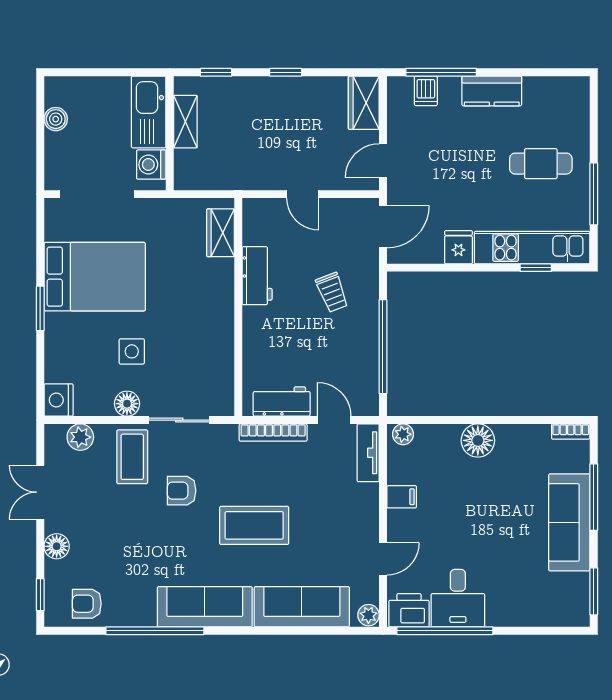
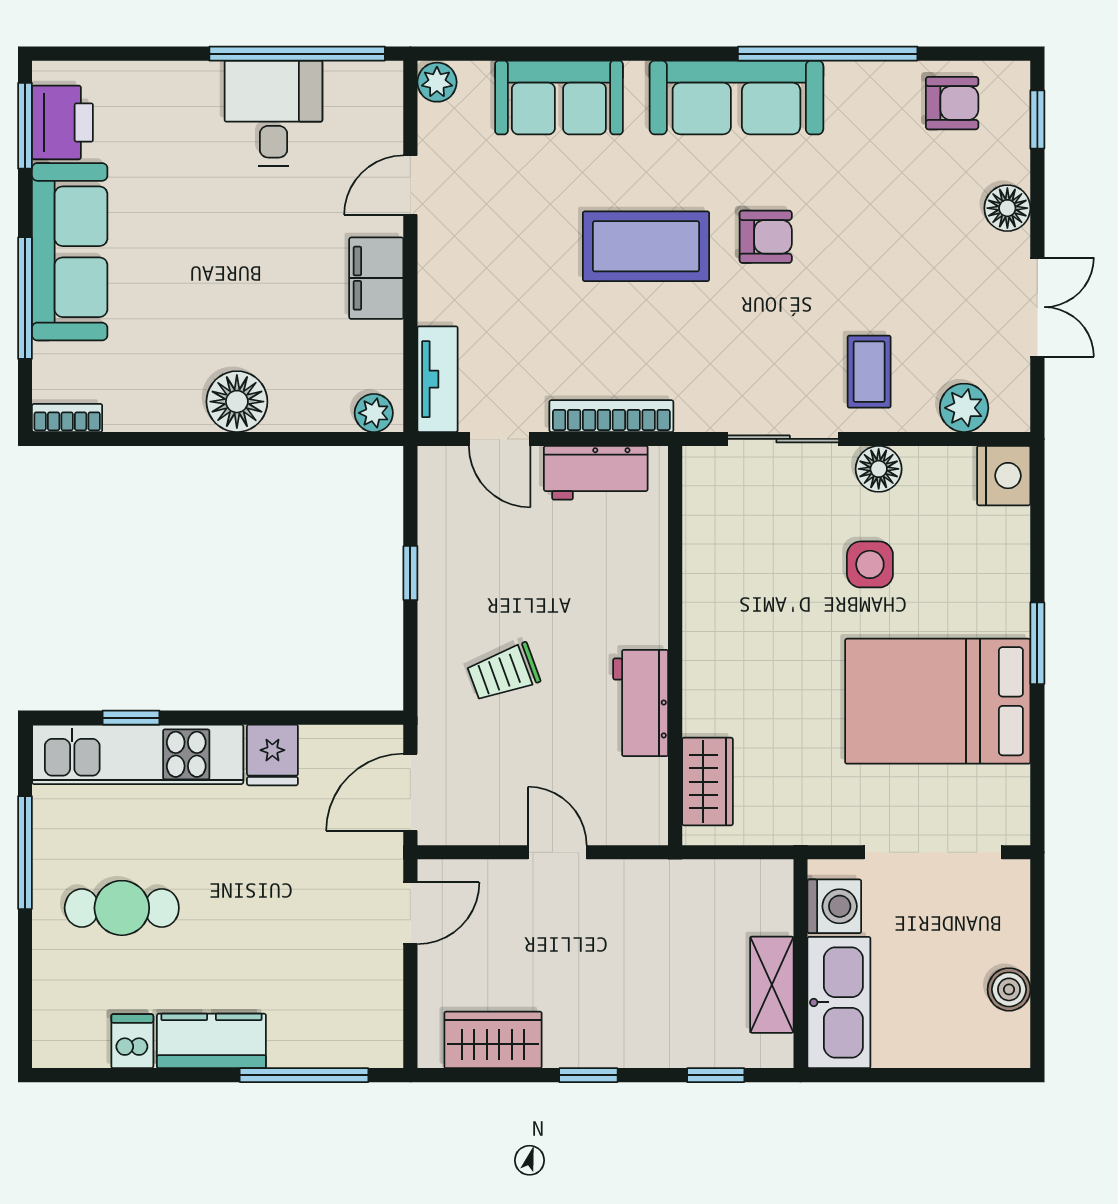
dishwasher: (426, 91) -> (132, 1041), moved
wardrobe: (364, 103) -> (493, 1040), moved, turned -90
trolley: (332, 292) -> (503, 672), turned -89
window: (383, 347) -> (410, 573), width x0.32
coffee table: (132, 457) -> (869, 372), width x0.73, depth x0.77
armchair: (182, 491) -> (766, 237), moved
filing cabinet: (402, 497) -> (376, 278), width x2.00
sofa: (302, 607) -> (559, 97), width x0.73
printer: (409, 610) -> (62, 122), moved, turned -90

